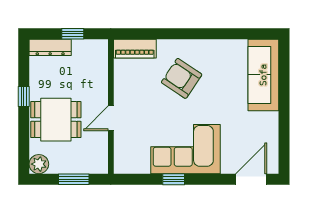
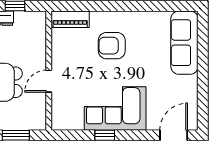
armchair: (182, 78) -> (112, 46), turned -34

